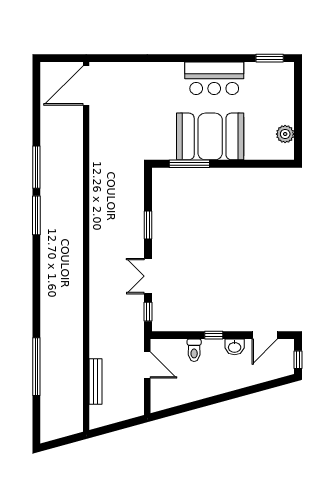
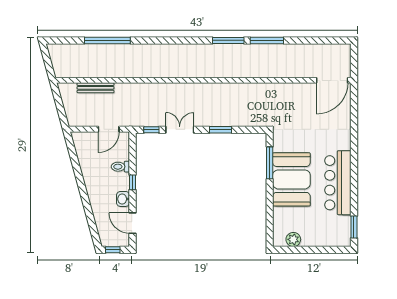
bar counter: (214, 78) -> (338, 183), width x1.36
door: (86, 85) -> (332, 80), swing flipped

